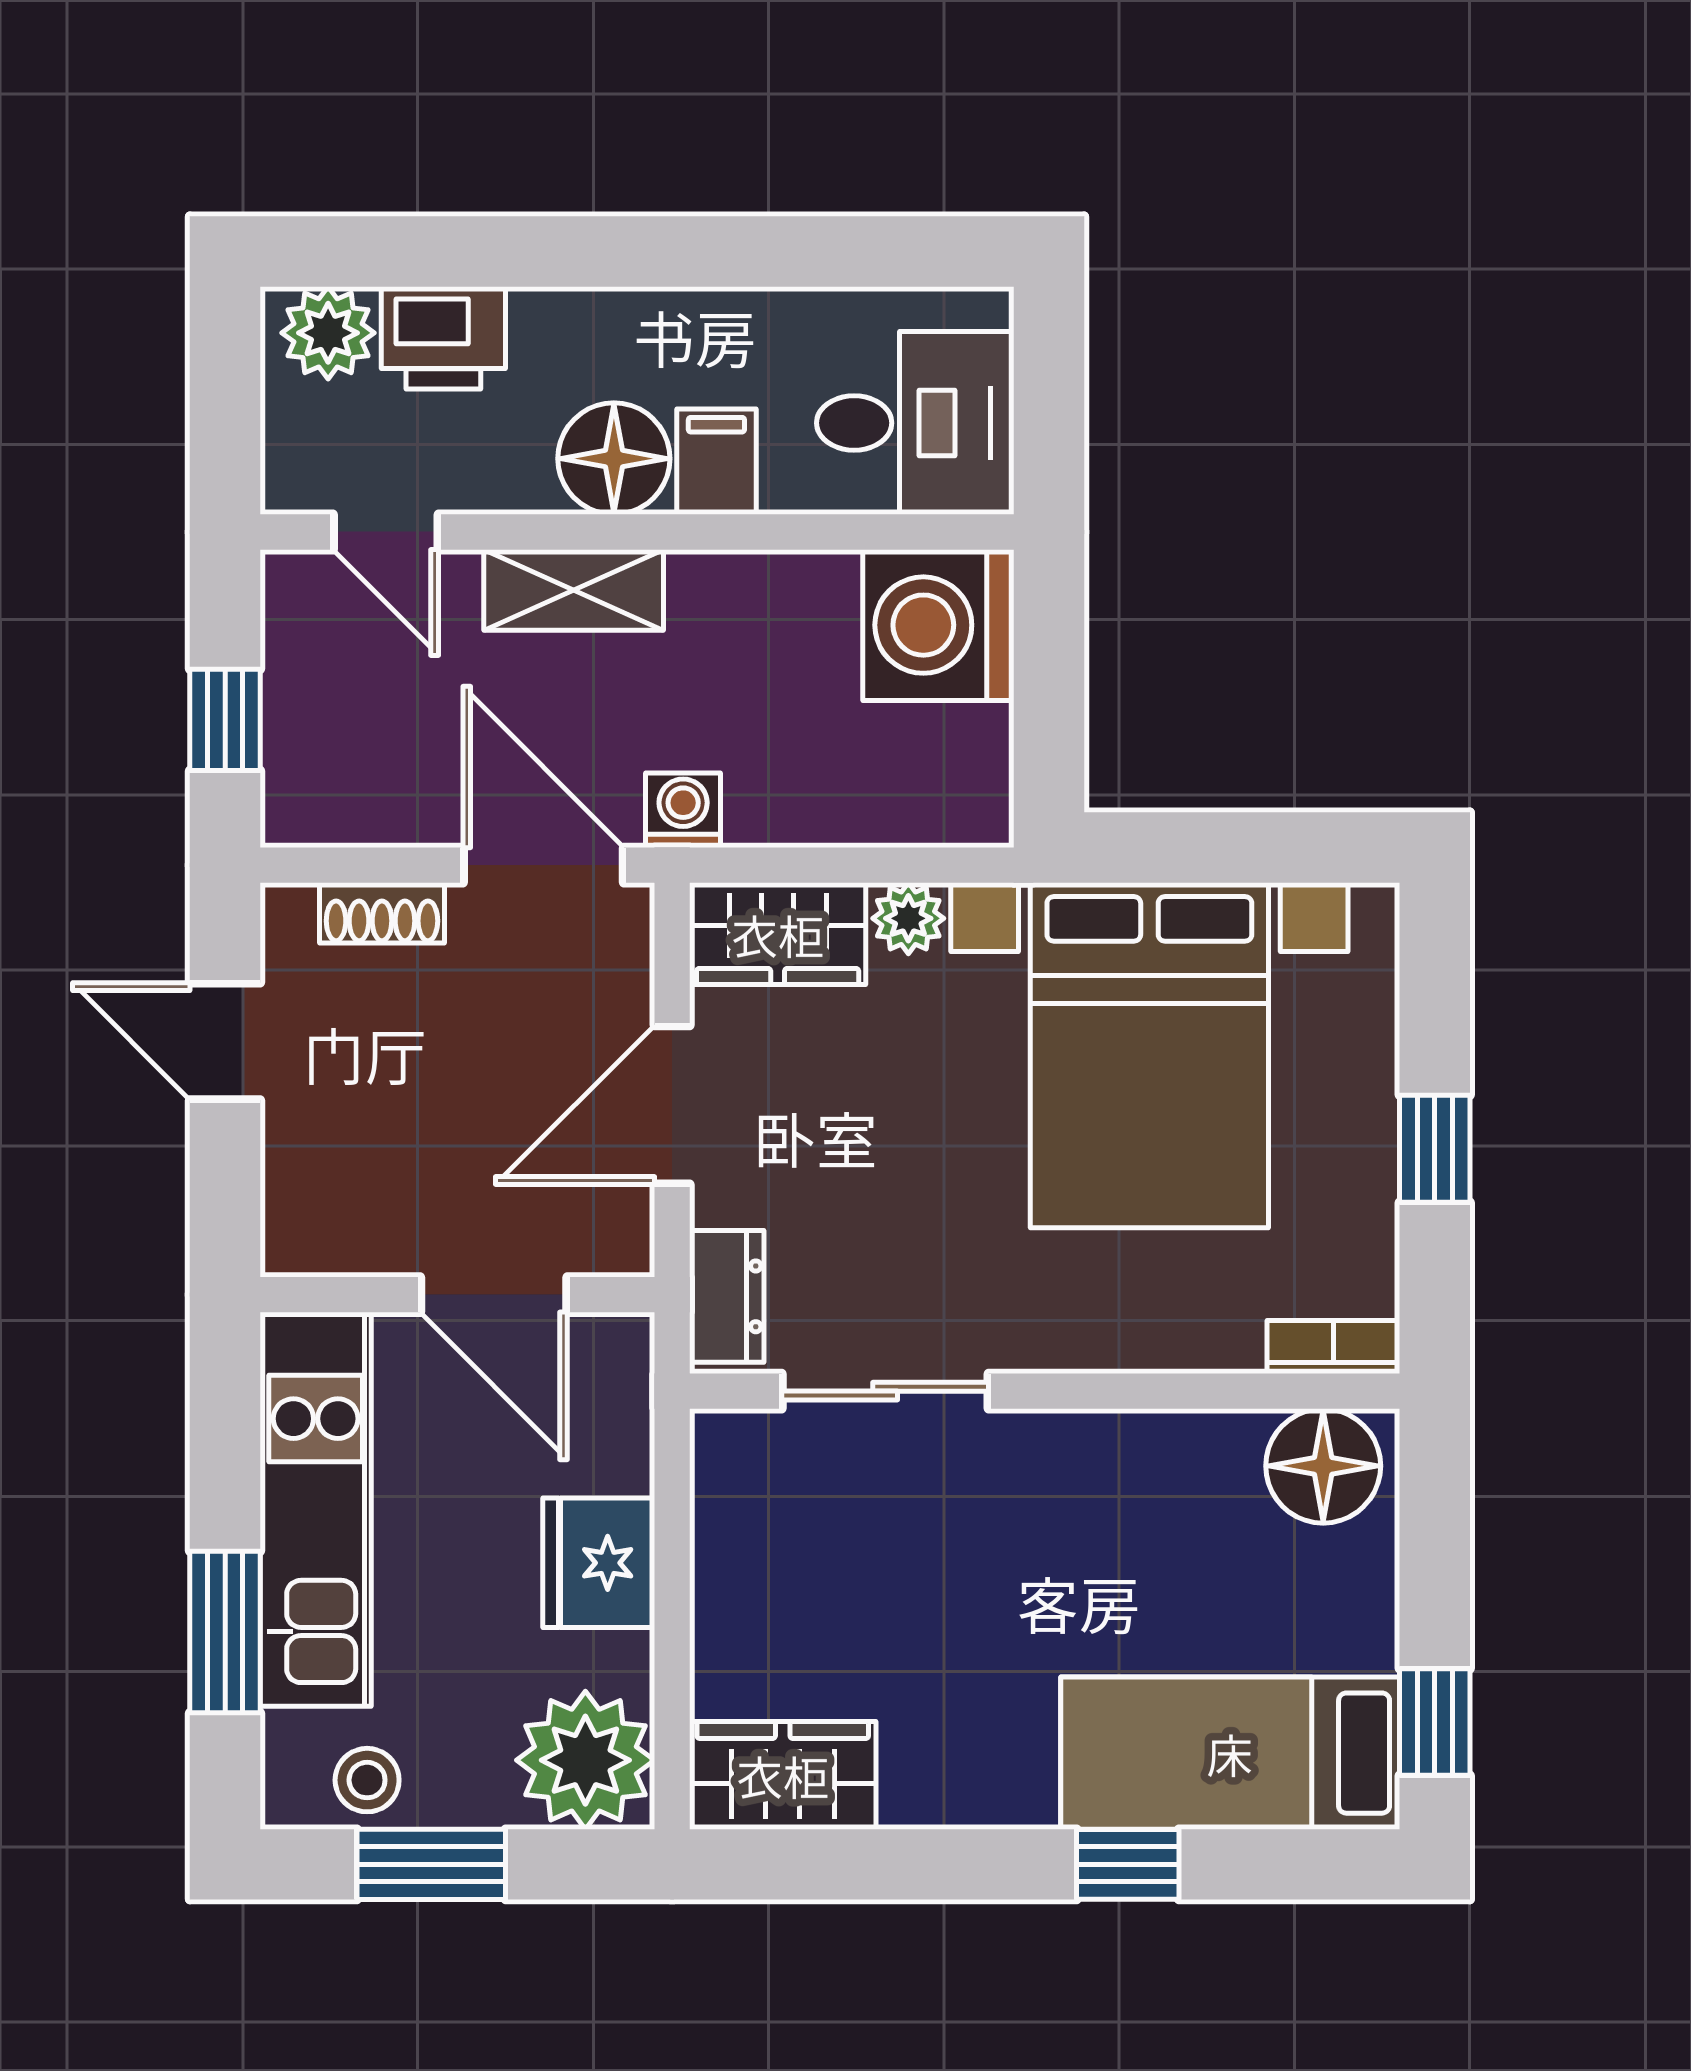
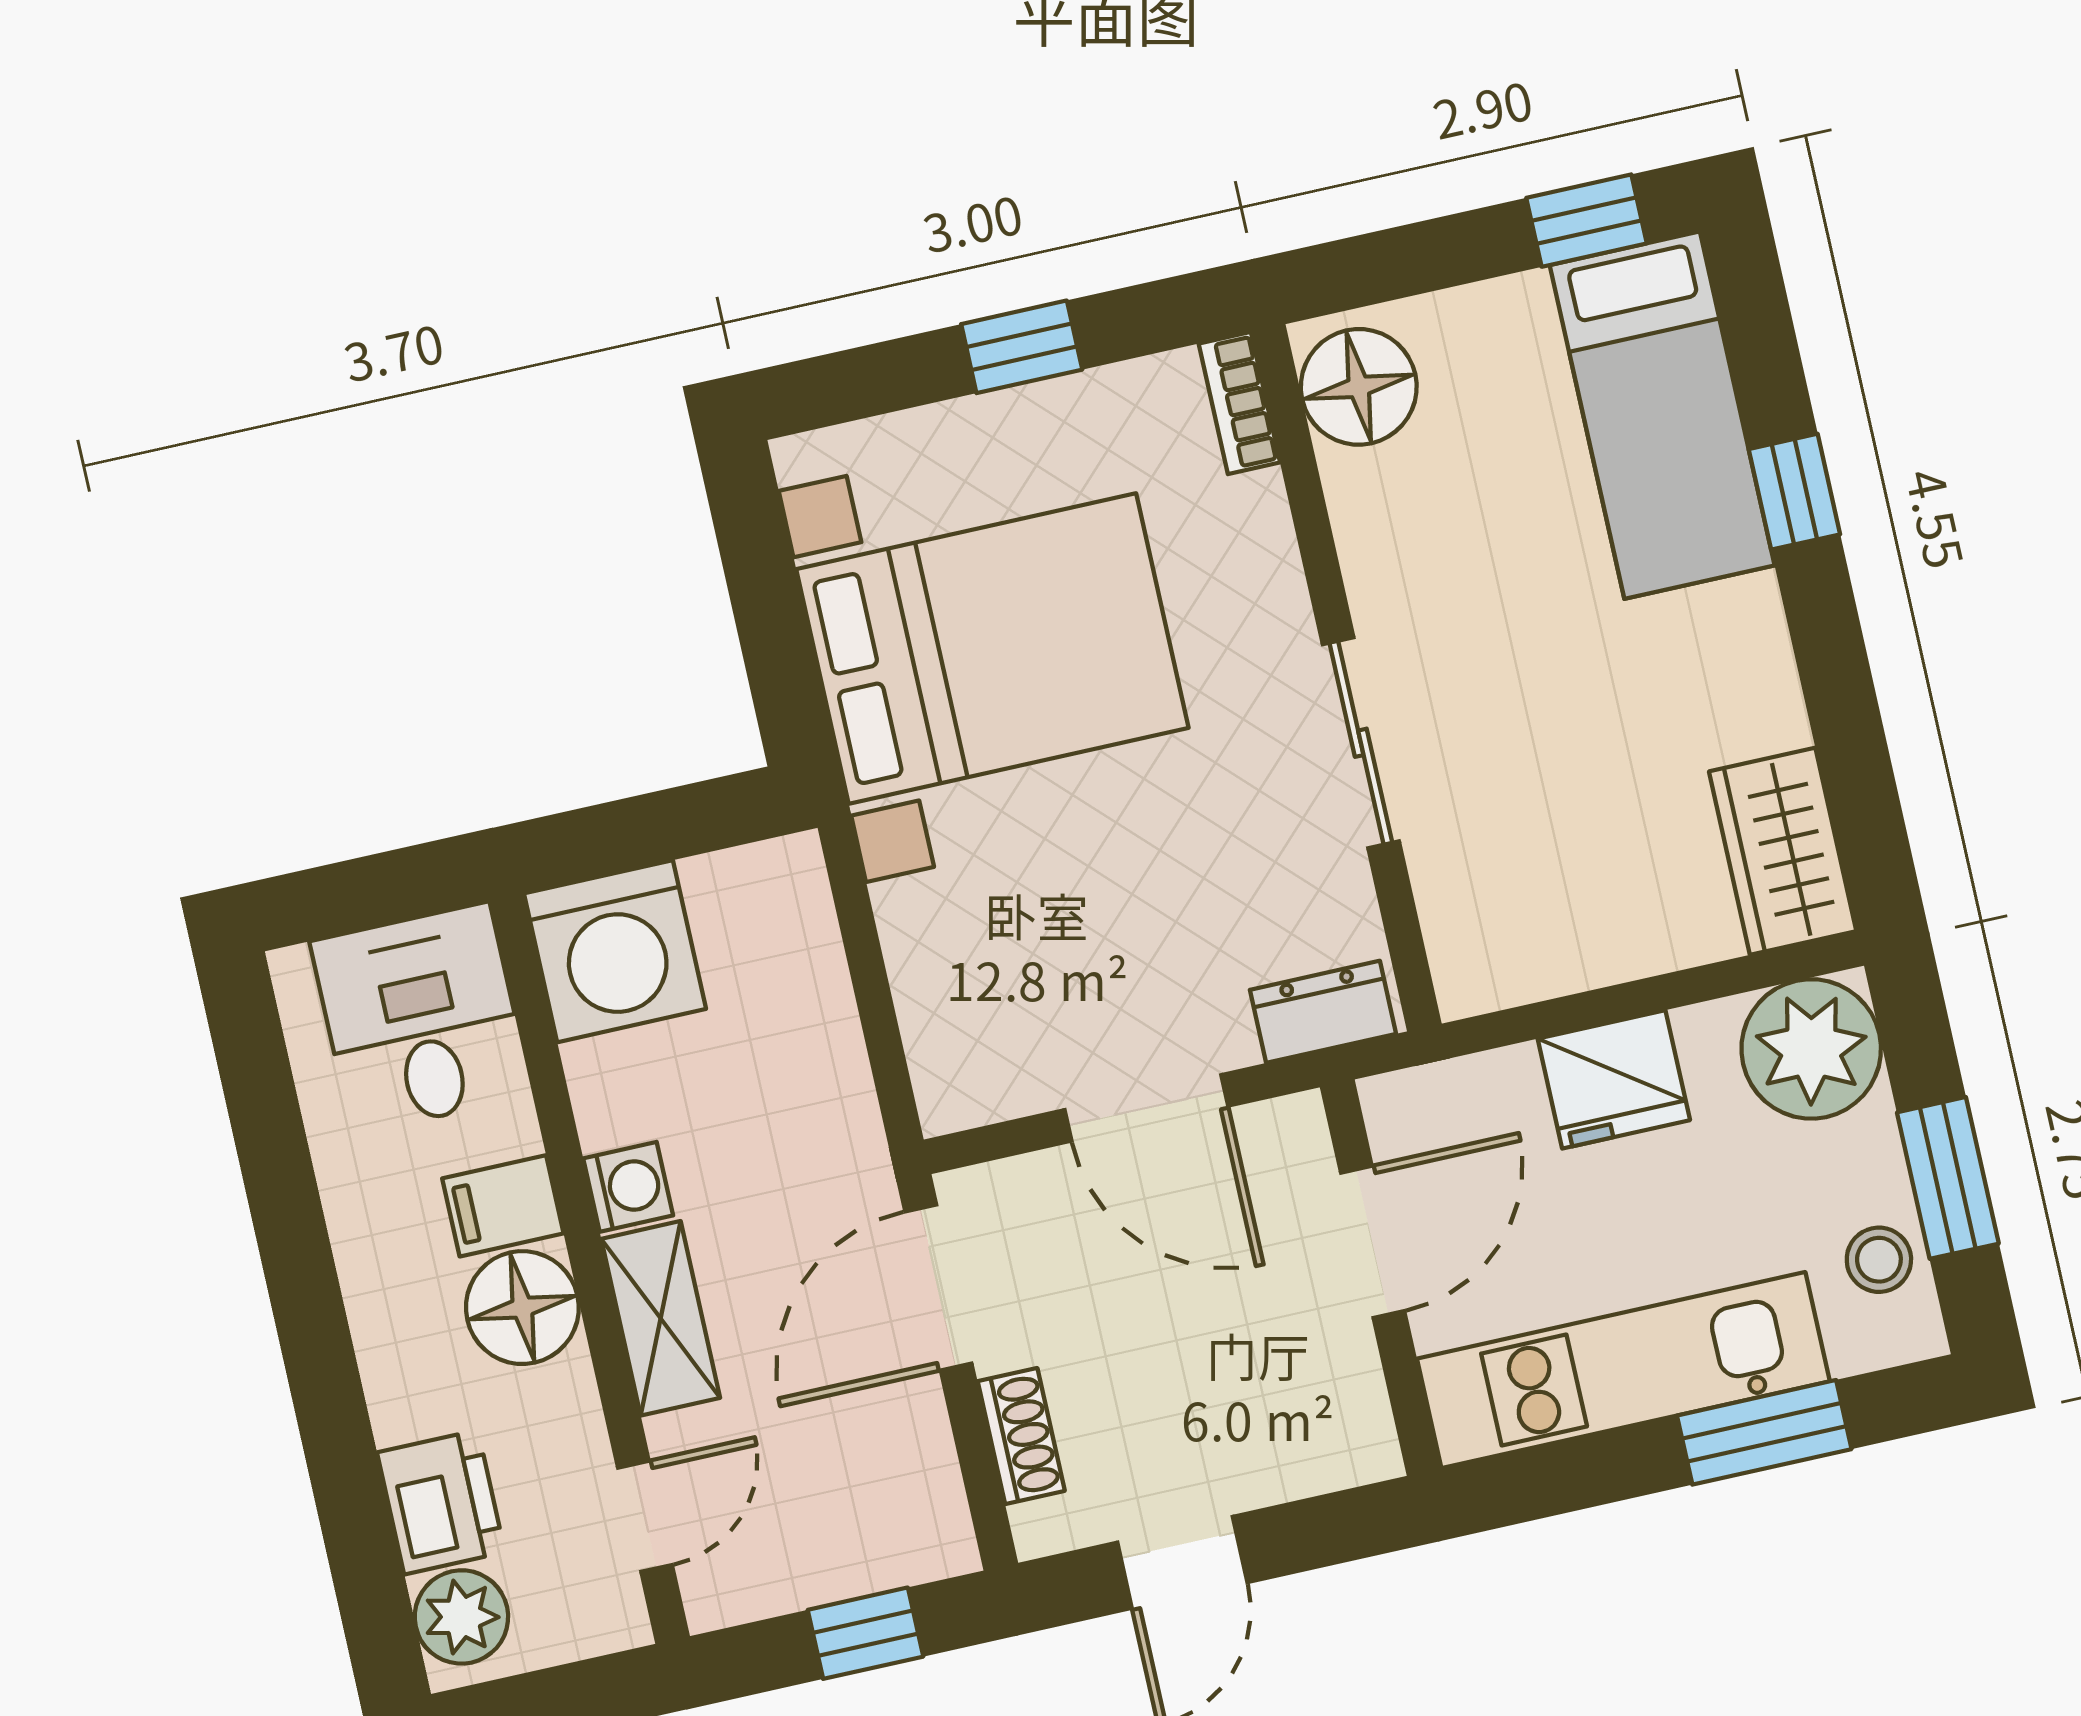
washing machine: (683, 810) -> (628, 1187), moved, turned 180
plant: (908, 918) -> (911, 916), removed
wardrobe: (778, 934) -> (954, 1042), removed
sliding door: (885, 1391) -> (1361, 743), moved

